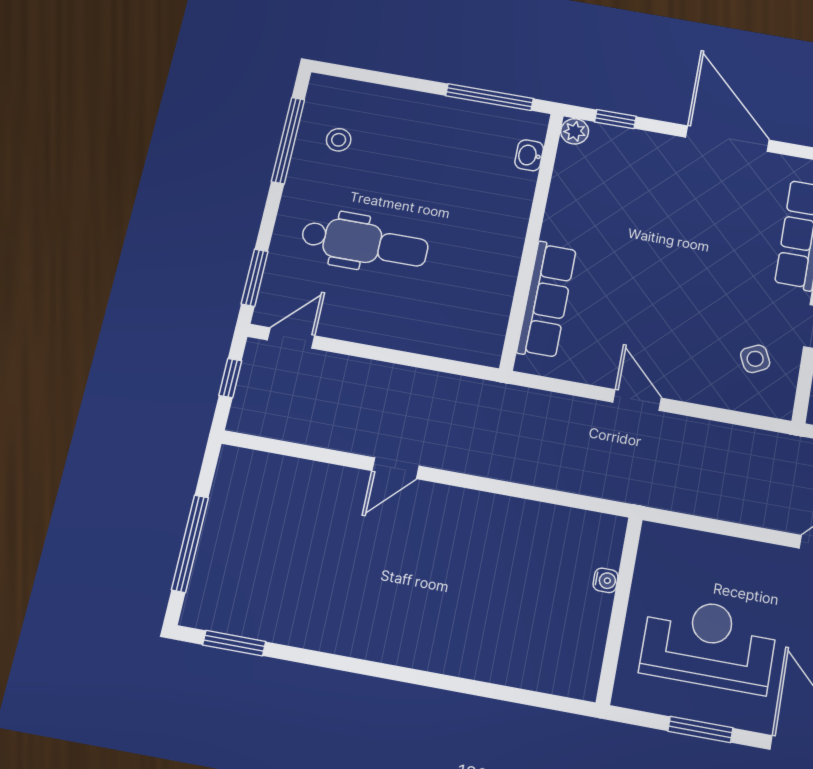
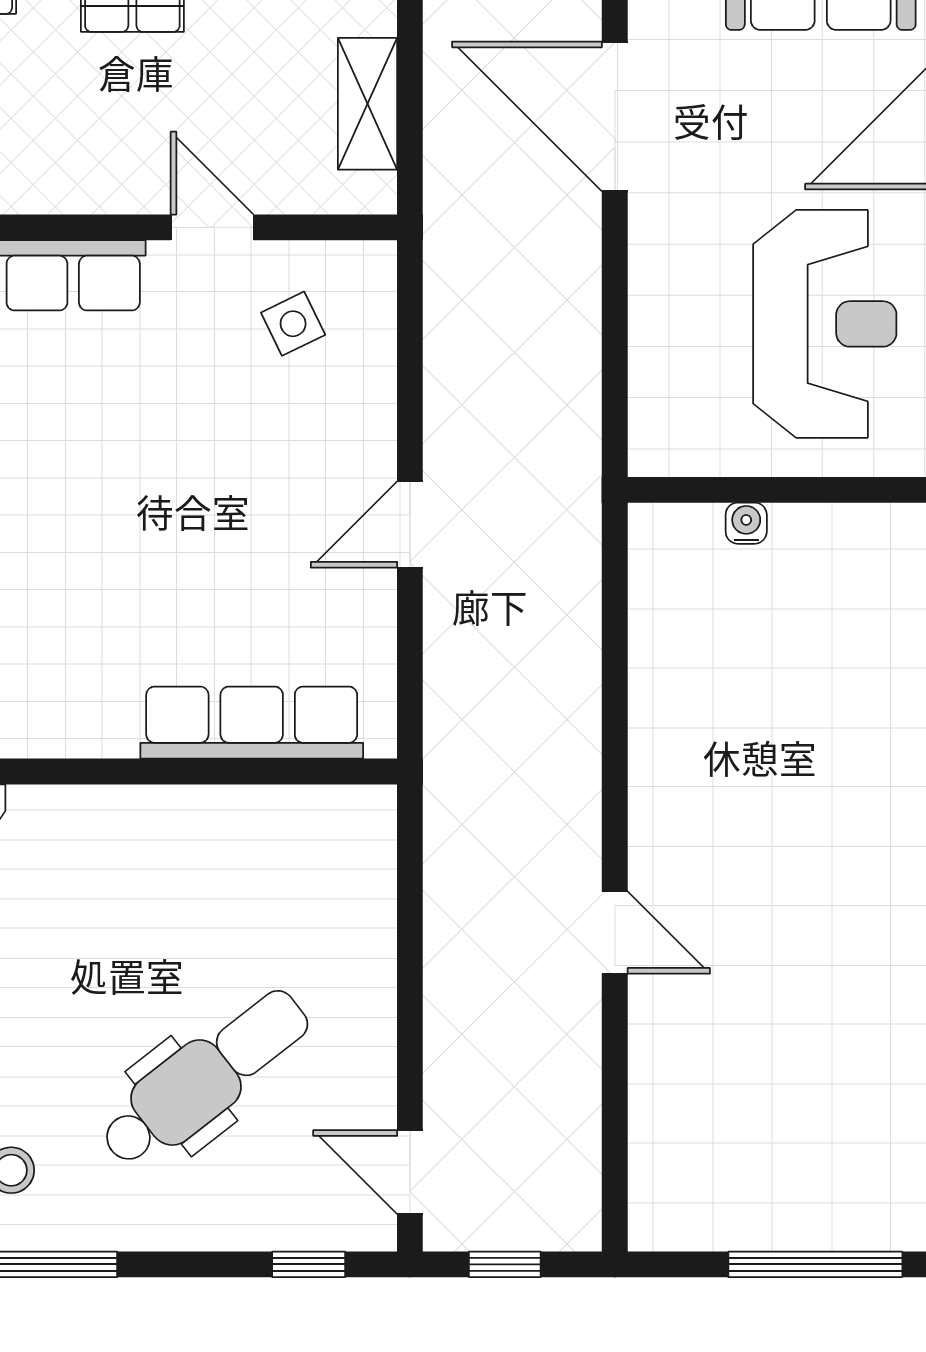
dental chair: (365, 243) -> (205, 1078), turned 52
window: (255, 278) -> (309, 1264), width x0.67
reception desk: (709, 644) -> (825, 324), turned 180

